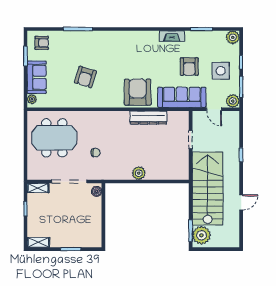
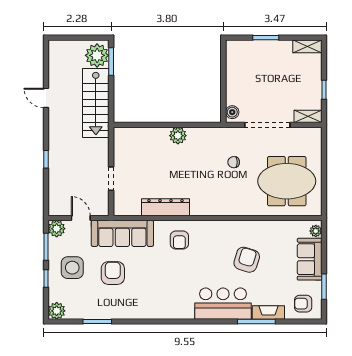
fireplace: (172, 36) -> (268, 312), moved
bar counter: (104, 43) -> (223, 304), added
armchair: (138, 92) -> (179, 240), width x0.53, depth x0.53
stairs: (208, 189) -> (96, 103), width x0.73, depth x0.66
door: (241, 202) -> (46, 98), hinge flipped

